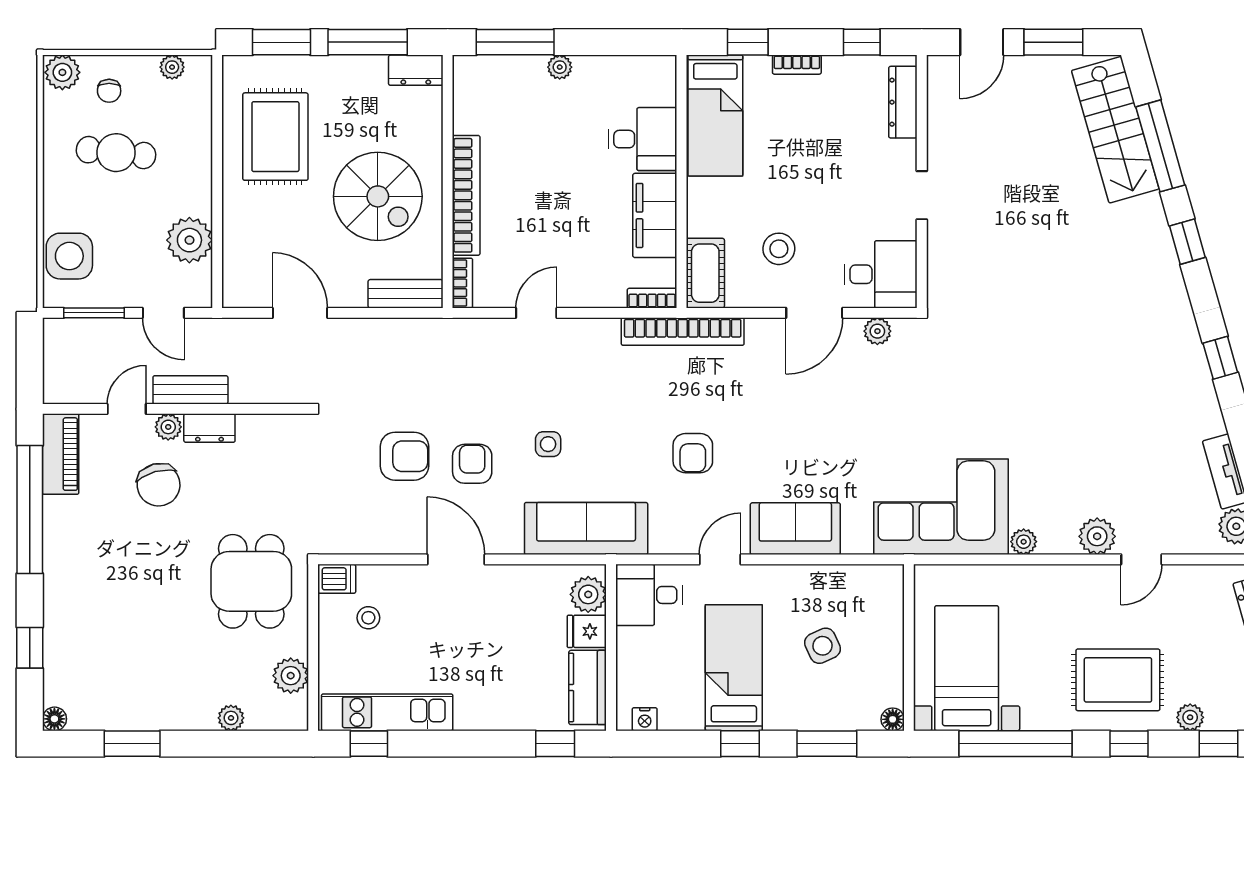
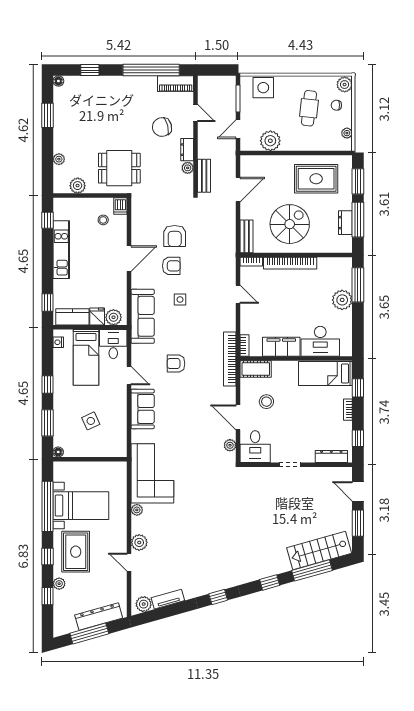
plant: (560, 67) -> (342, 300), width x1.87, depth x1.87
dresser: (416, 70) -> (345, 223), moved
desk: (643, 139) -> (320, 341), width x1.37
spiral stairs: (378, 196) -> (290, 224), turned 180
bench: (190, 390) -> (204, 176), moved
plant: (168, 427) -> (188, 168), moved
bed: (734, 668) -> (86, 357), moved, turned 90
bed with nightstands: (967, 668) -> (81, 506), moved
kitchen unit: (387, 712) -> (61, 250), moved

